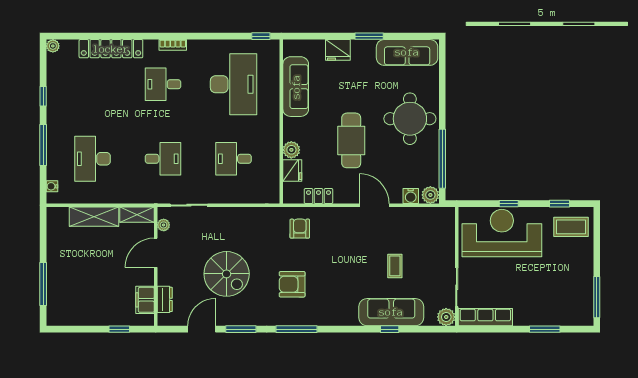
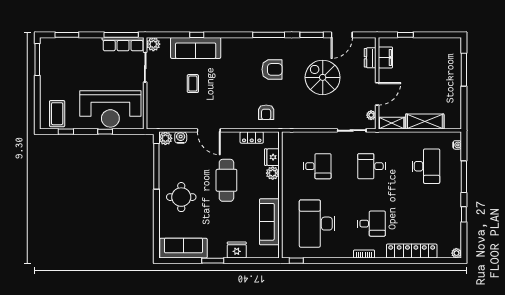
round table: (410, 119) -> (181, 197), width x0.73, depth x0.73
coffee table: (571, 227) -> (57, 114), turned 90
window: (488, 329) -> (121, 35), added
window: (545, 329) -> (67, 35), moved

